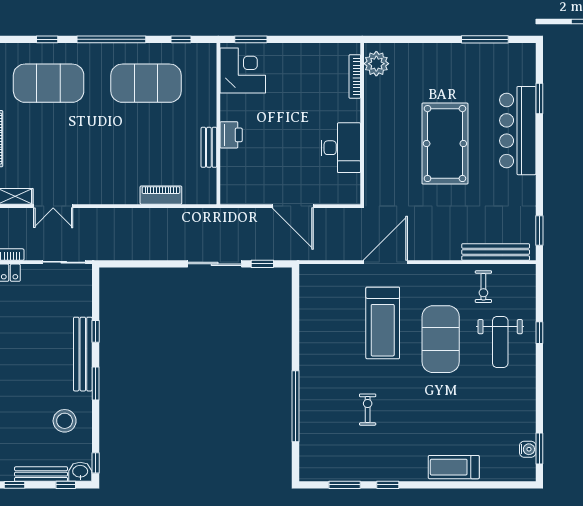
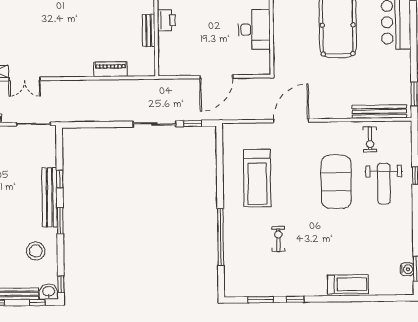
door: (293, 206) -> (216, 77), hinge flipped
treadmill: (383, 323) -> (257, 178), moved
treadmill: (454, 467) -> (348, 284), turned 180

